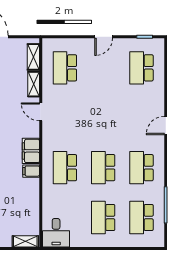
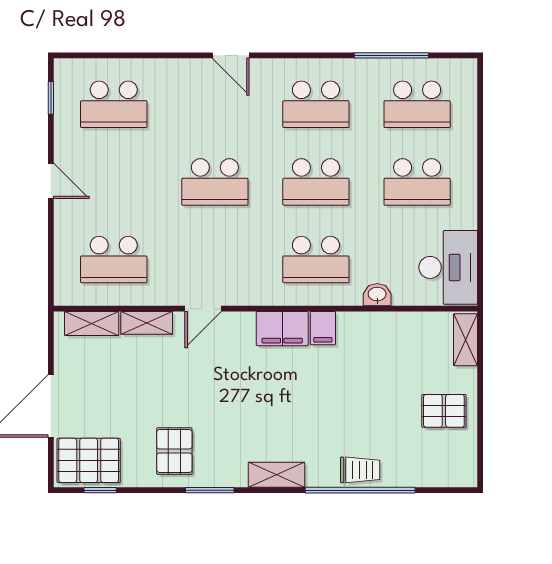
school desk: (103, 118) -> (215, 182), added
washbasin: (48, 198) -> (377, 295), added
desk: (56, 233) -> (448, 267), width x1.37

